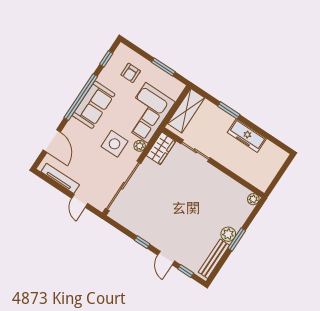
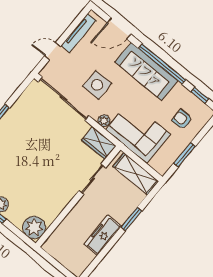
sofa: (94, 105) -> (146, 71), width x1.36
side table: (115, 144) -> (97, 85), moved
plant: (253, 199) -> (34, 227), width x1.88, depth x1.88

